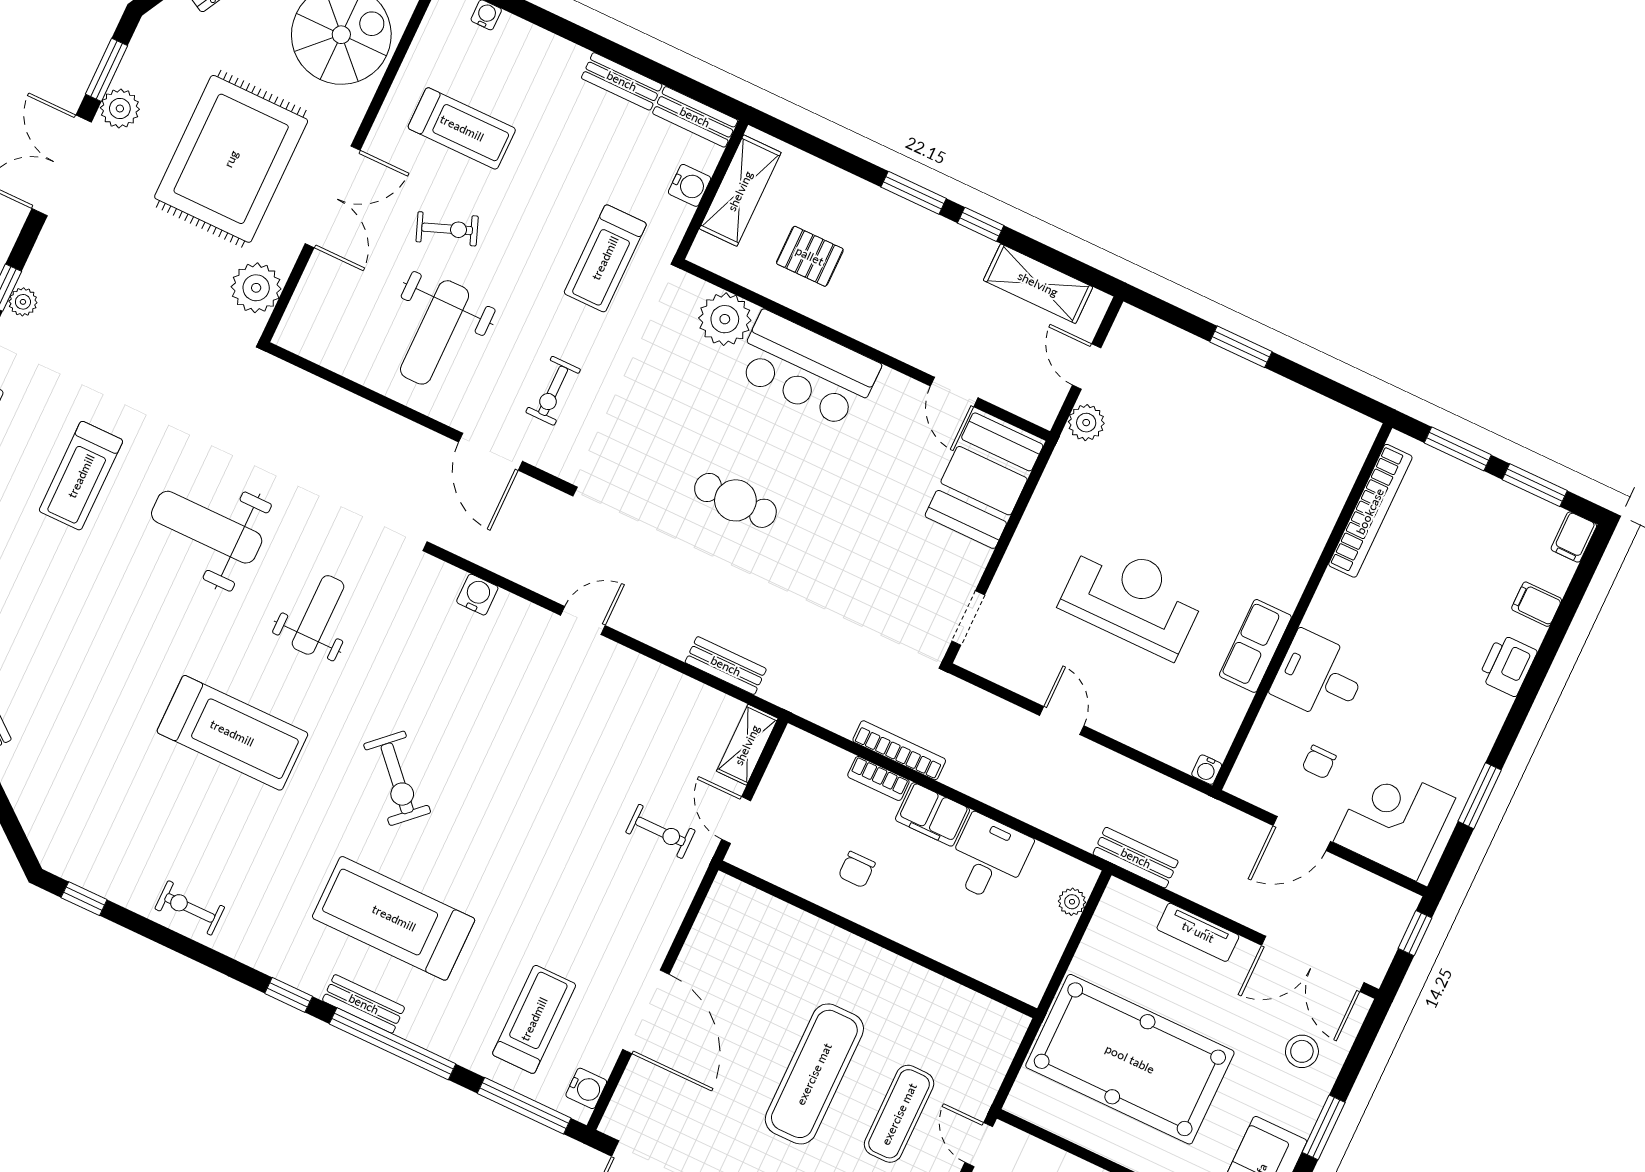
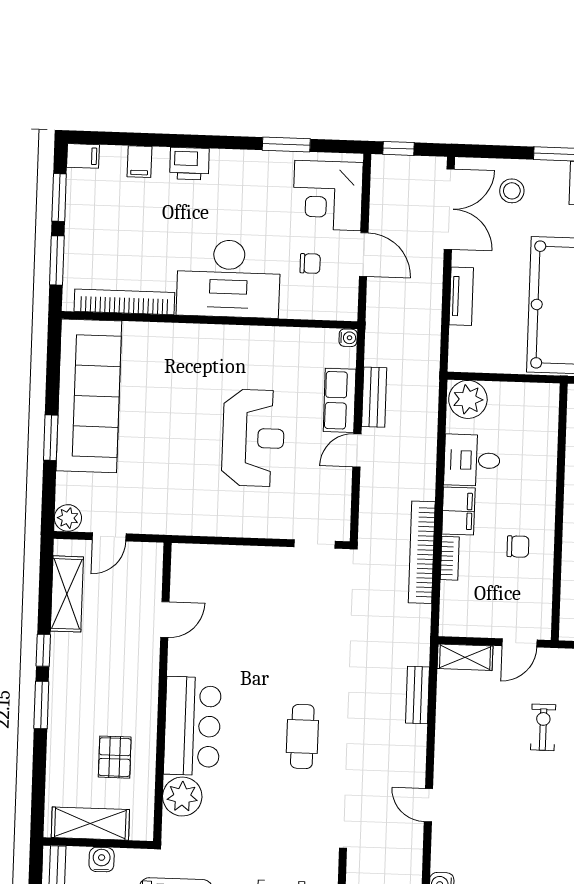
sofa: (1272, 417) -> (89, 396), added
plant: (1086, 423) -> (68, 518), moved
booth: (984, 481) -> (217, 573), removed
reception desk: (1133, 598) -> (253, 438), turned 180
row of seats: (1255, 646) -> (340, 400), moved, turned 90
desk: (1319, 677) -> (228, 279), width x1.87, depth x1.30
bookcase: (899, 750) -> (422, 552), width x1.48, depth x1.31
exercise bike: (660, 831) -> (543, 727), moved
bench: (1136, 858) -> (374, 397), moved
plant: (1072, 902) -> (468, 399), width x1.87, depth x1.87

